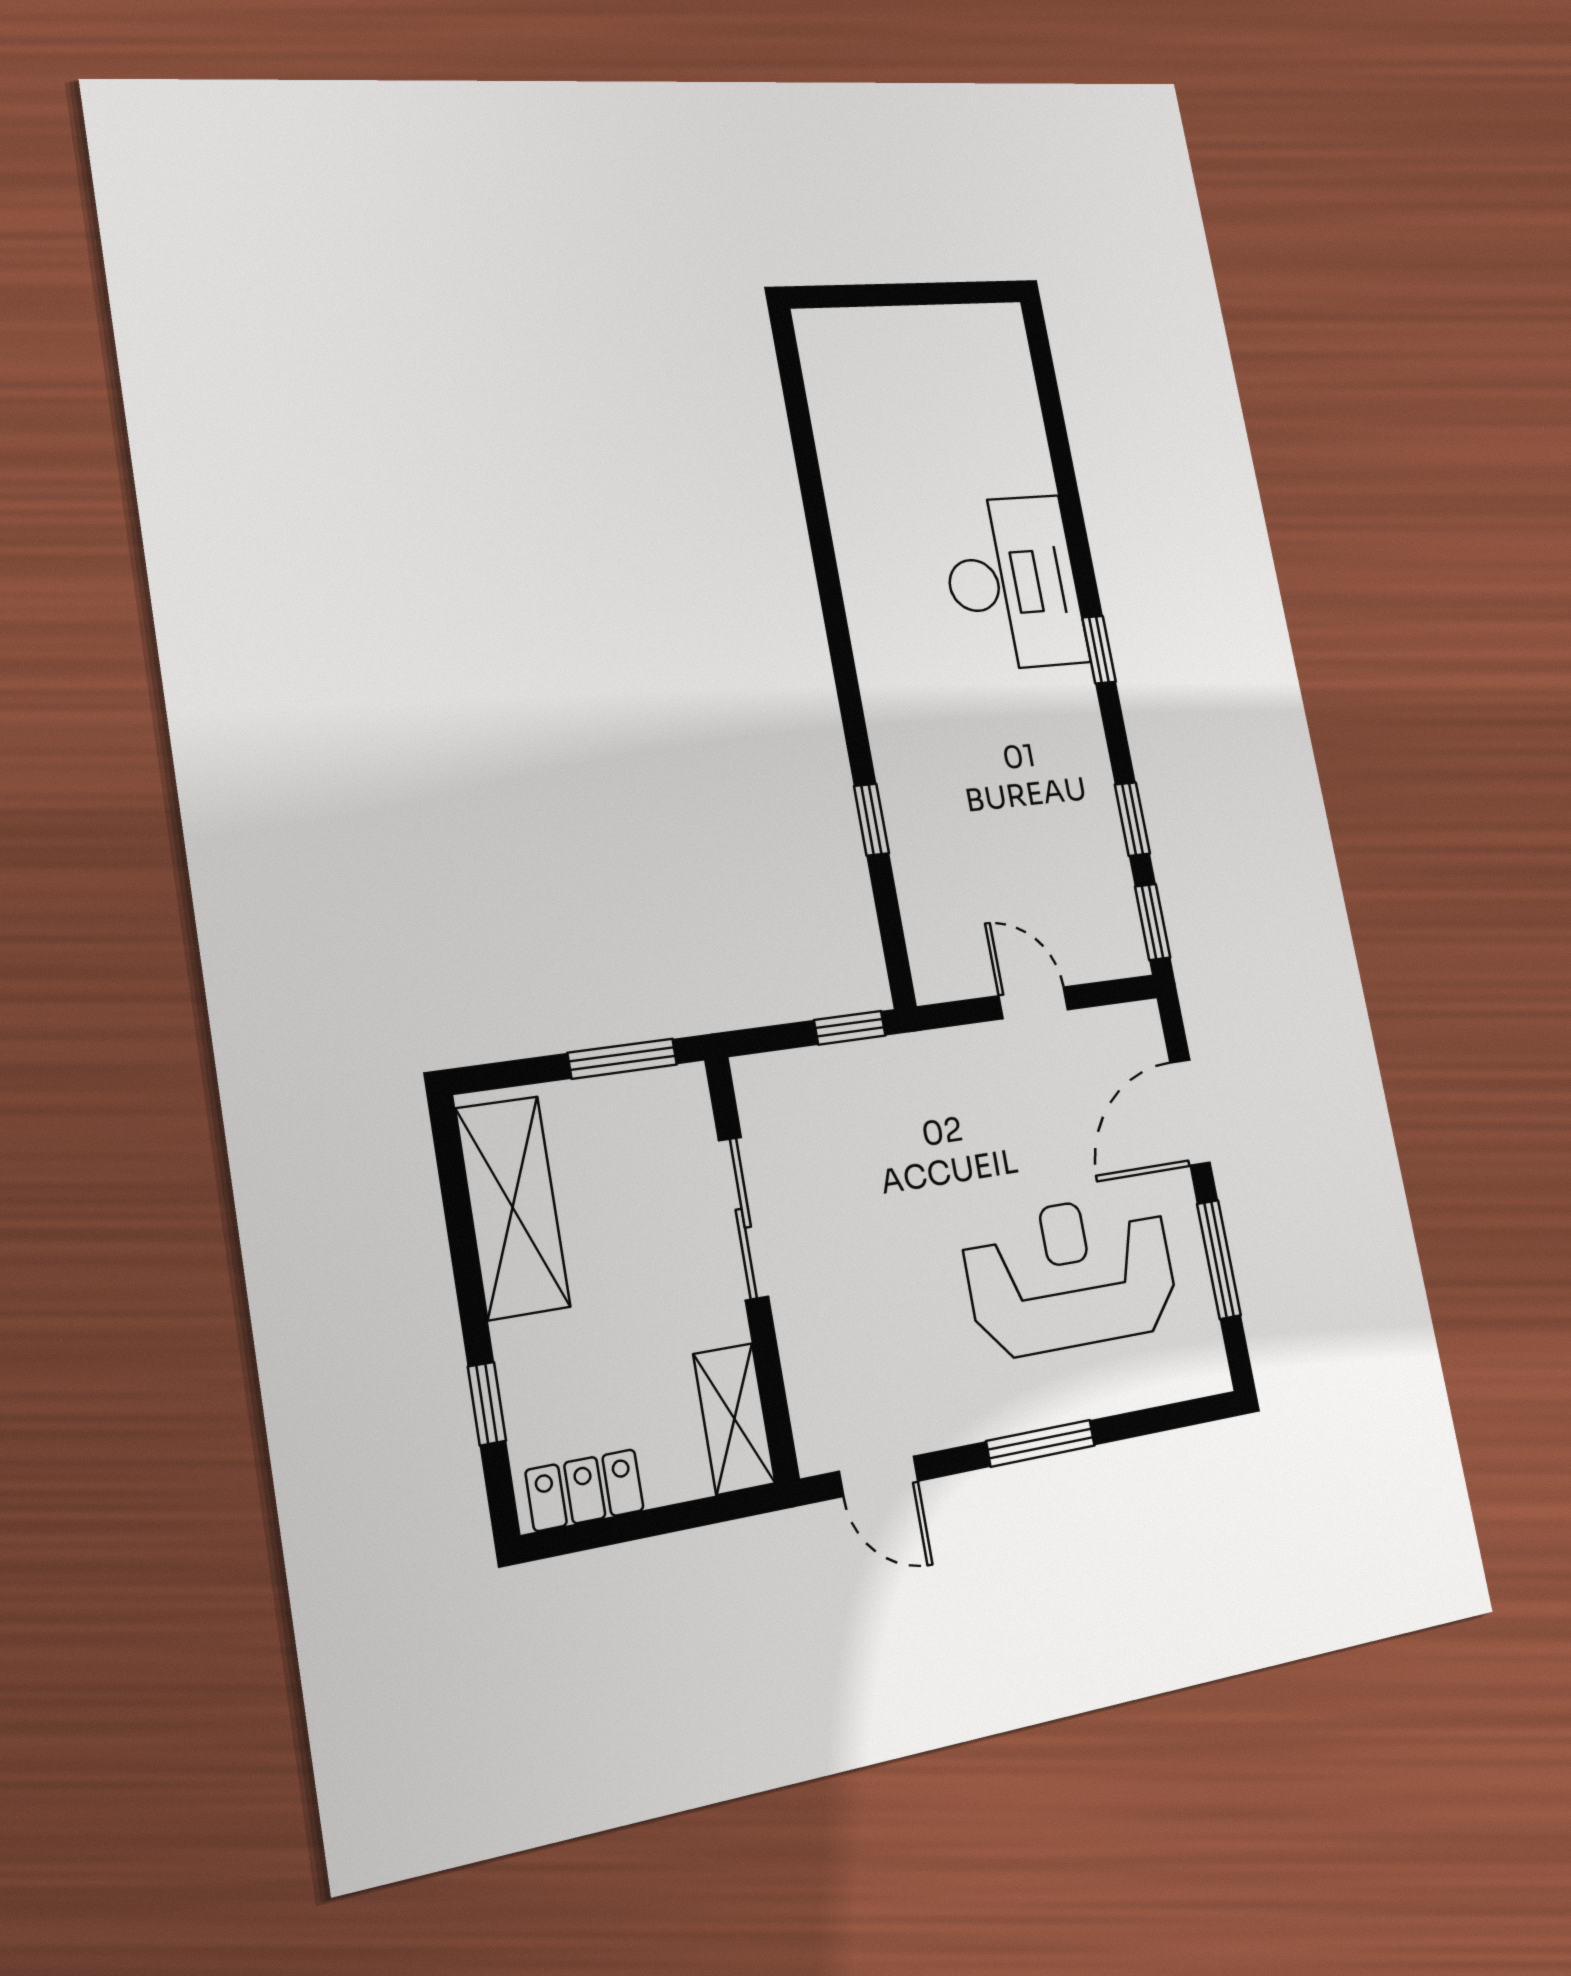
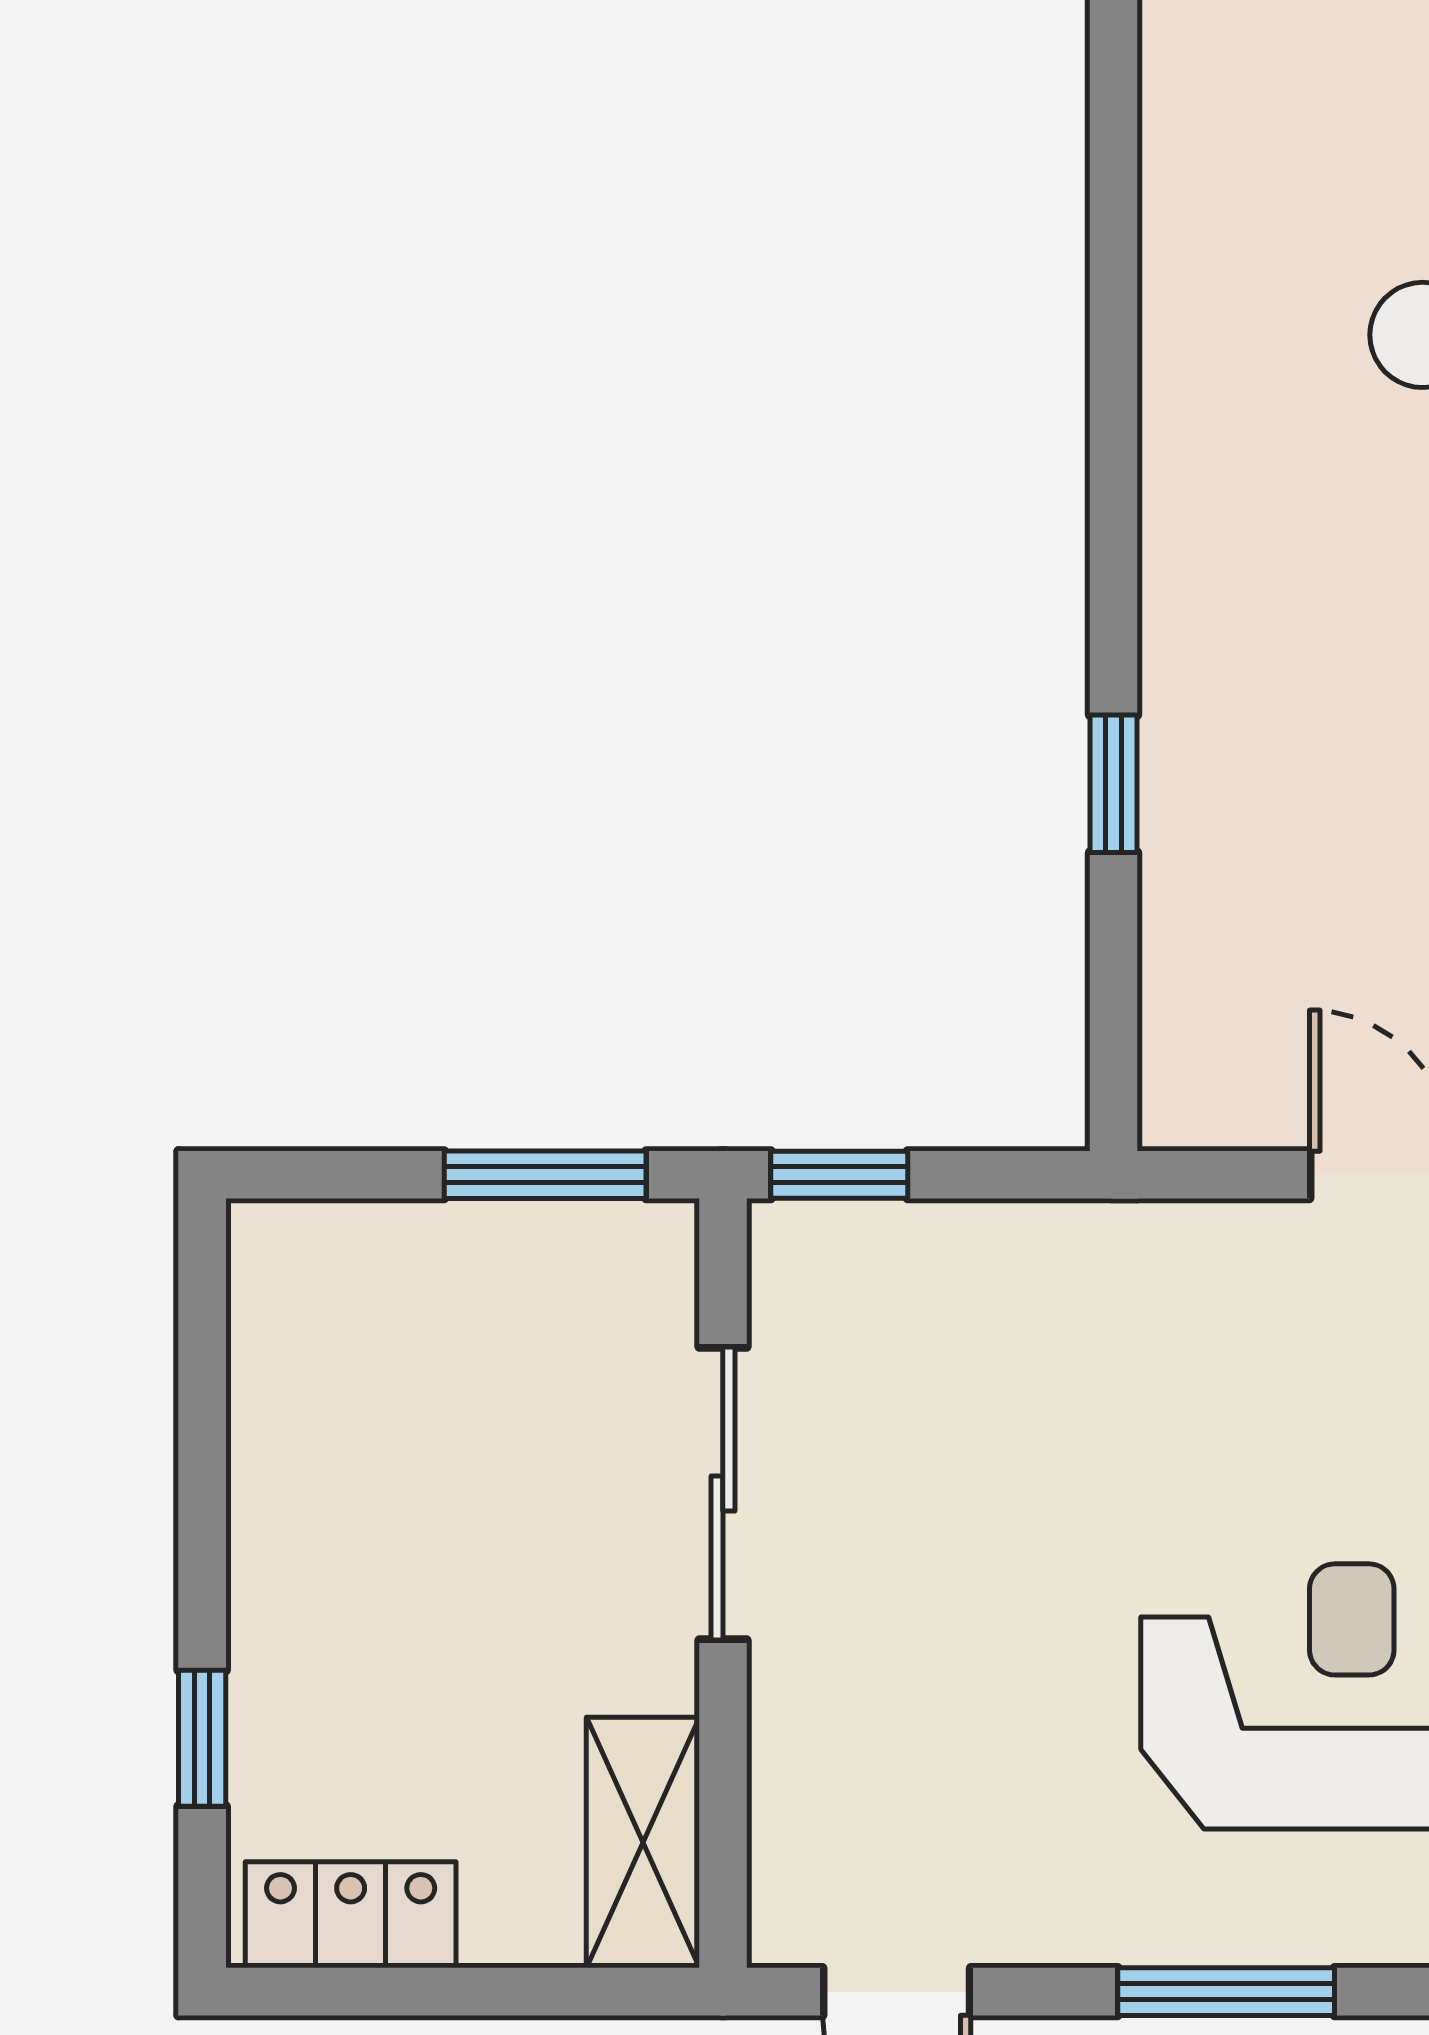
window: (850, 1028) -> (839, 1175), moved
shelving: (513, 1207) -> (301, 1410), removed

